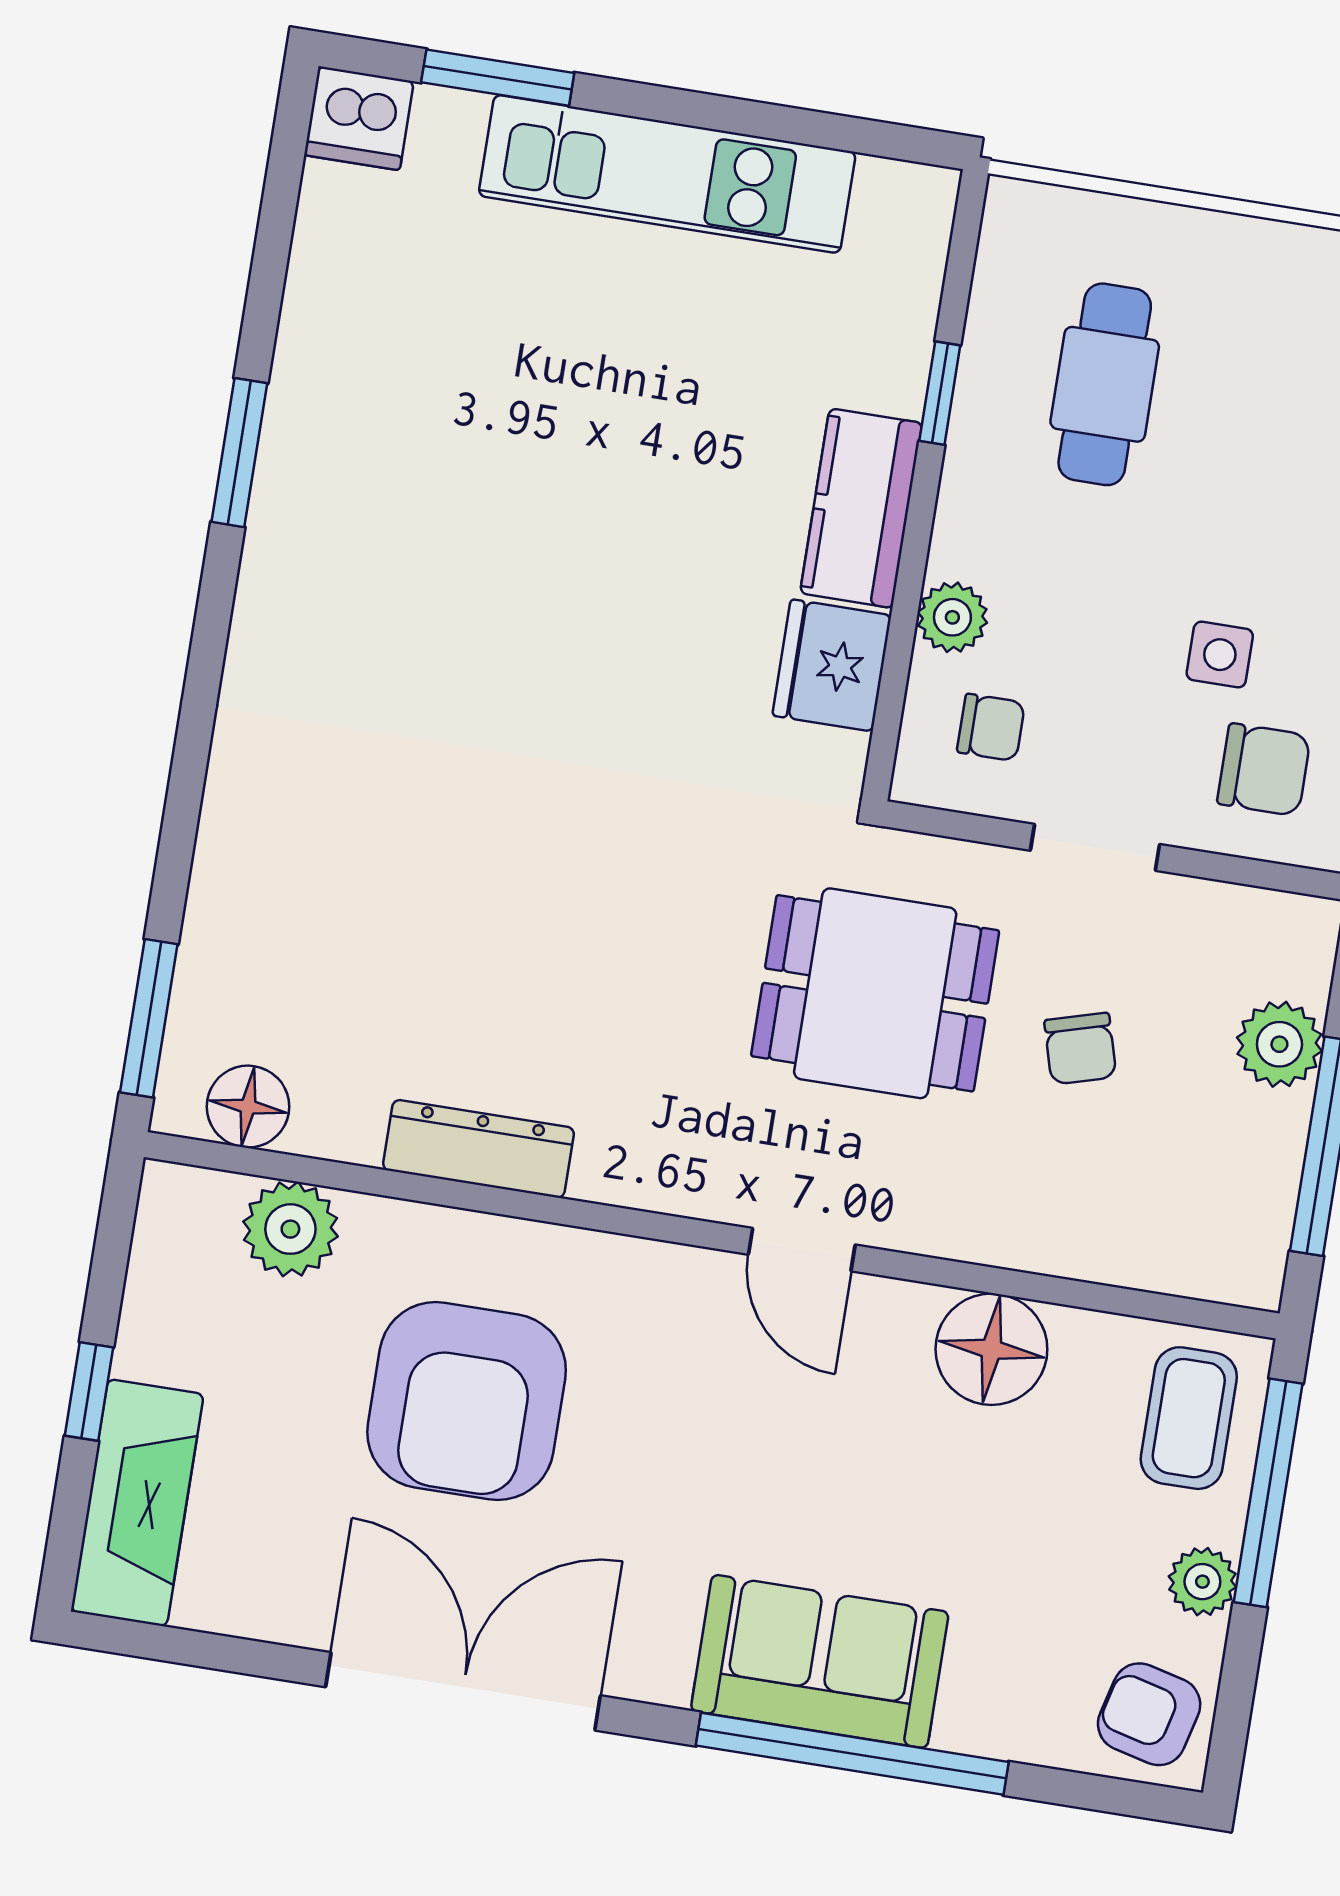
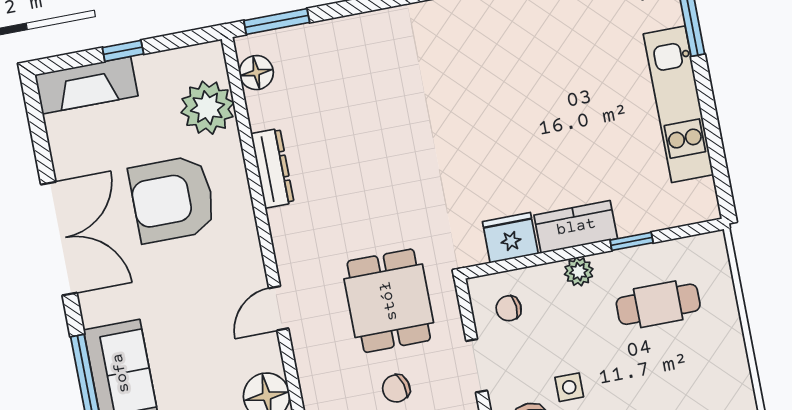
plant: (952, 617) -> (579, 272), moved
chair: (991, 727) -> (509, 308), turned 86
plant: (290, 1229) -> (207, 108), width x1.36, depth x1.36

